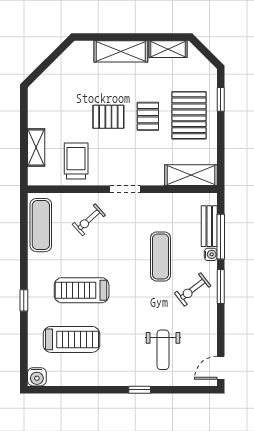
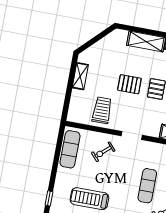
shelving: (36, 147) -> (80, 76), moved

